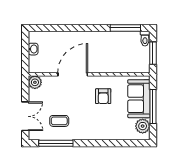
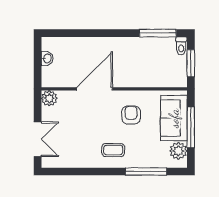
armchair: (103, 96) -> (131, 115), turned 180
coffee table: (59, 121) -> (113, 150), moved
window: (56, 143) -> (146, 172), moved

